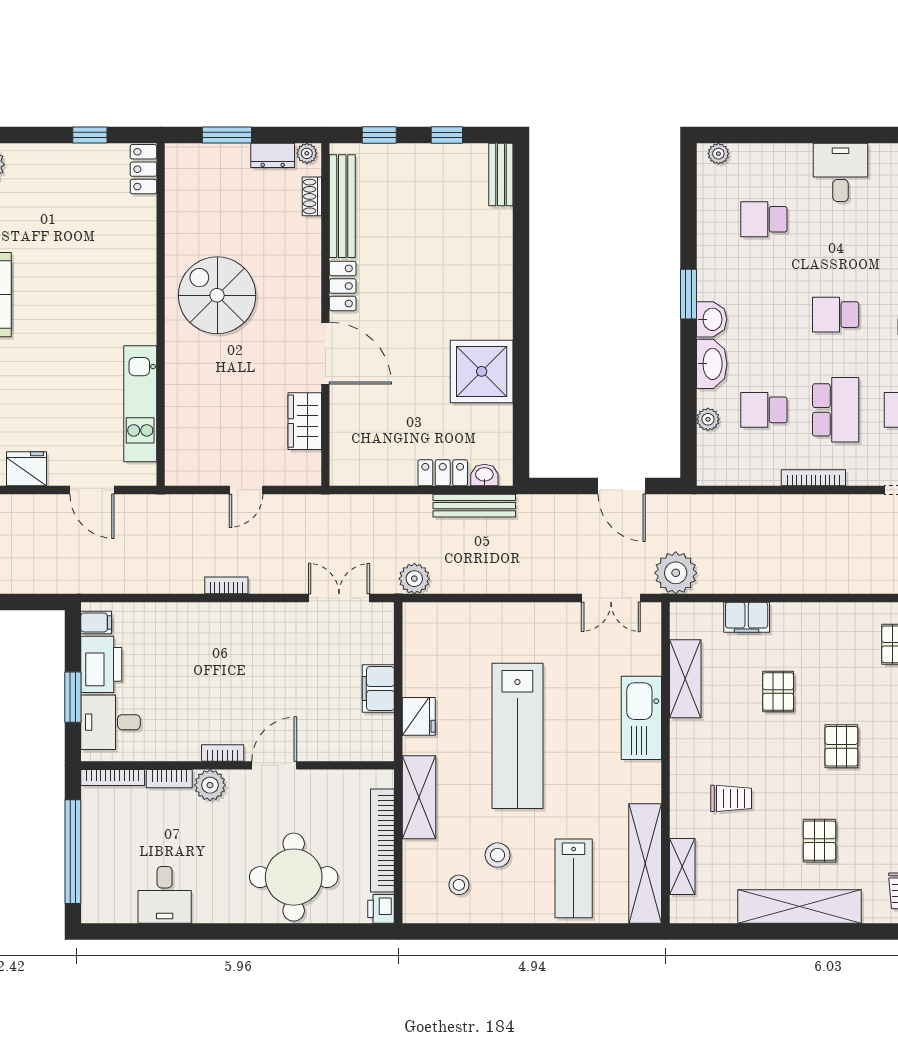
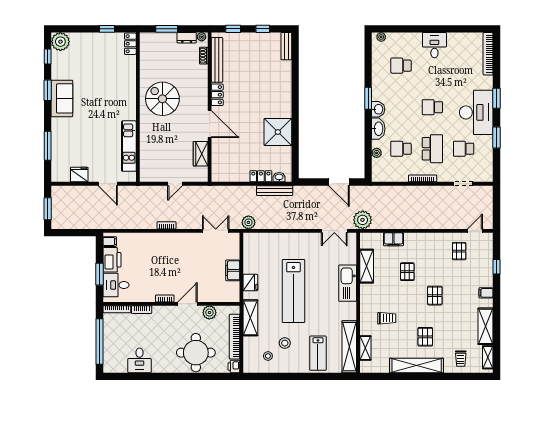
plant: (210, 785) -> (209, 313), moved

